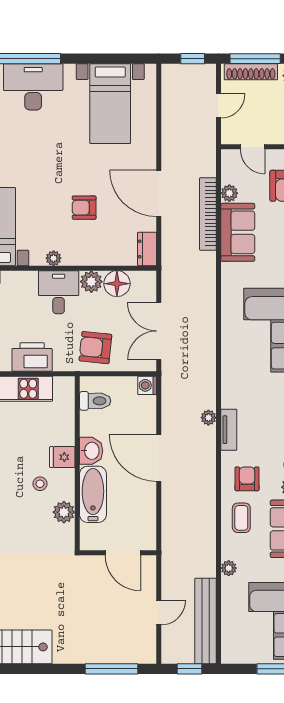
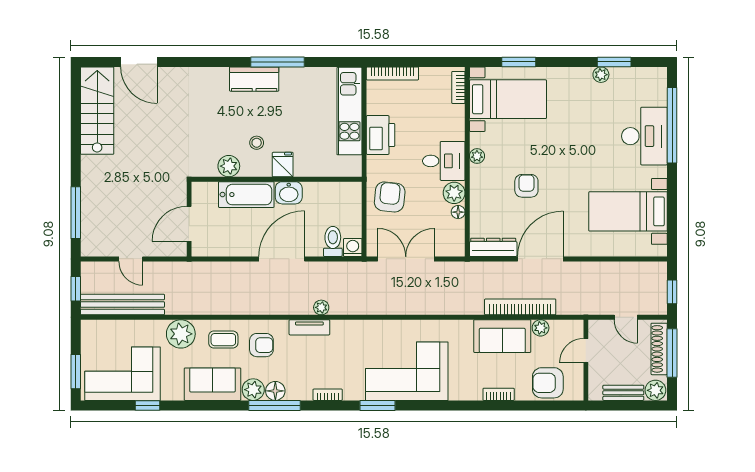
dresser: (147, 249) -> (493, 247), width x1.44
floor lamp: (117, 284) -> (458, 212), width x0.53, depth x0.53
toilet: (95, 401) -> (333, 241), moved, turned 180
plant: (229, 568) -> (181, 334), width x1.88, depth x1.88

